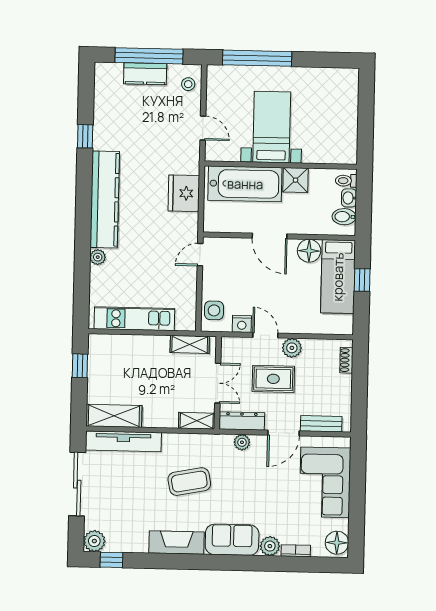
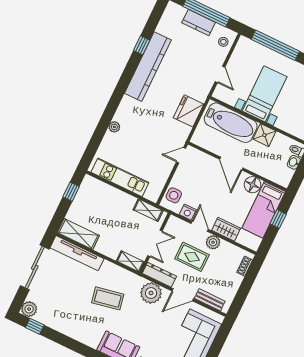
kitchen counter: (105, 200) -> (148, 67), moved
bidet: (344, 217) -> (285, 173), removed
wardrobe: (301, 323) -> (226, 229), added
plant: (242, 442) -> (151, 293), width x1.88, depth x1.88
fireplace: (177, 543) -> (82, 334), removed

